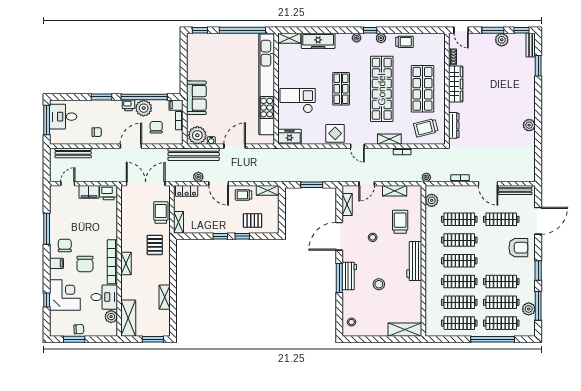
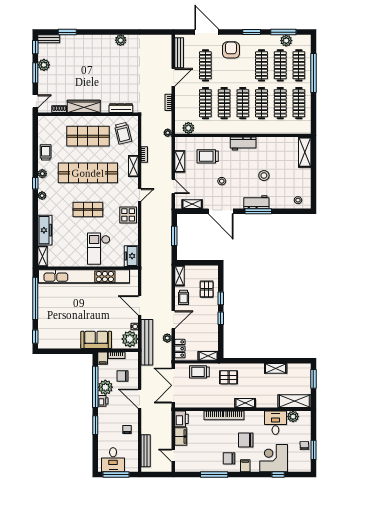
workbench: (414, 261) -> (243, 144), width x0.73
bookcase: (112, 262) -> (224, 415), moved
chair: (85, 264) -> (246, 440), turned 180

